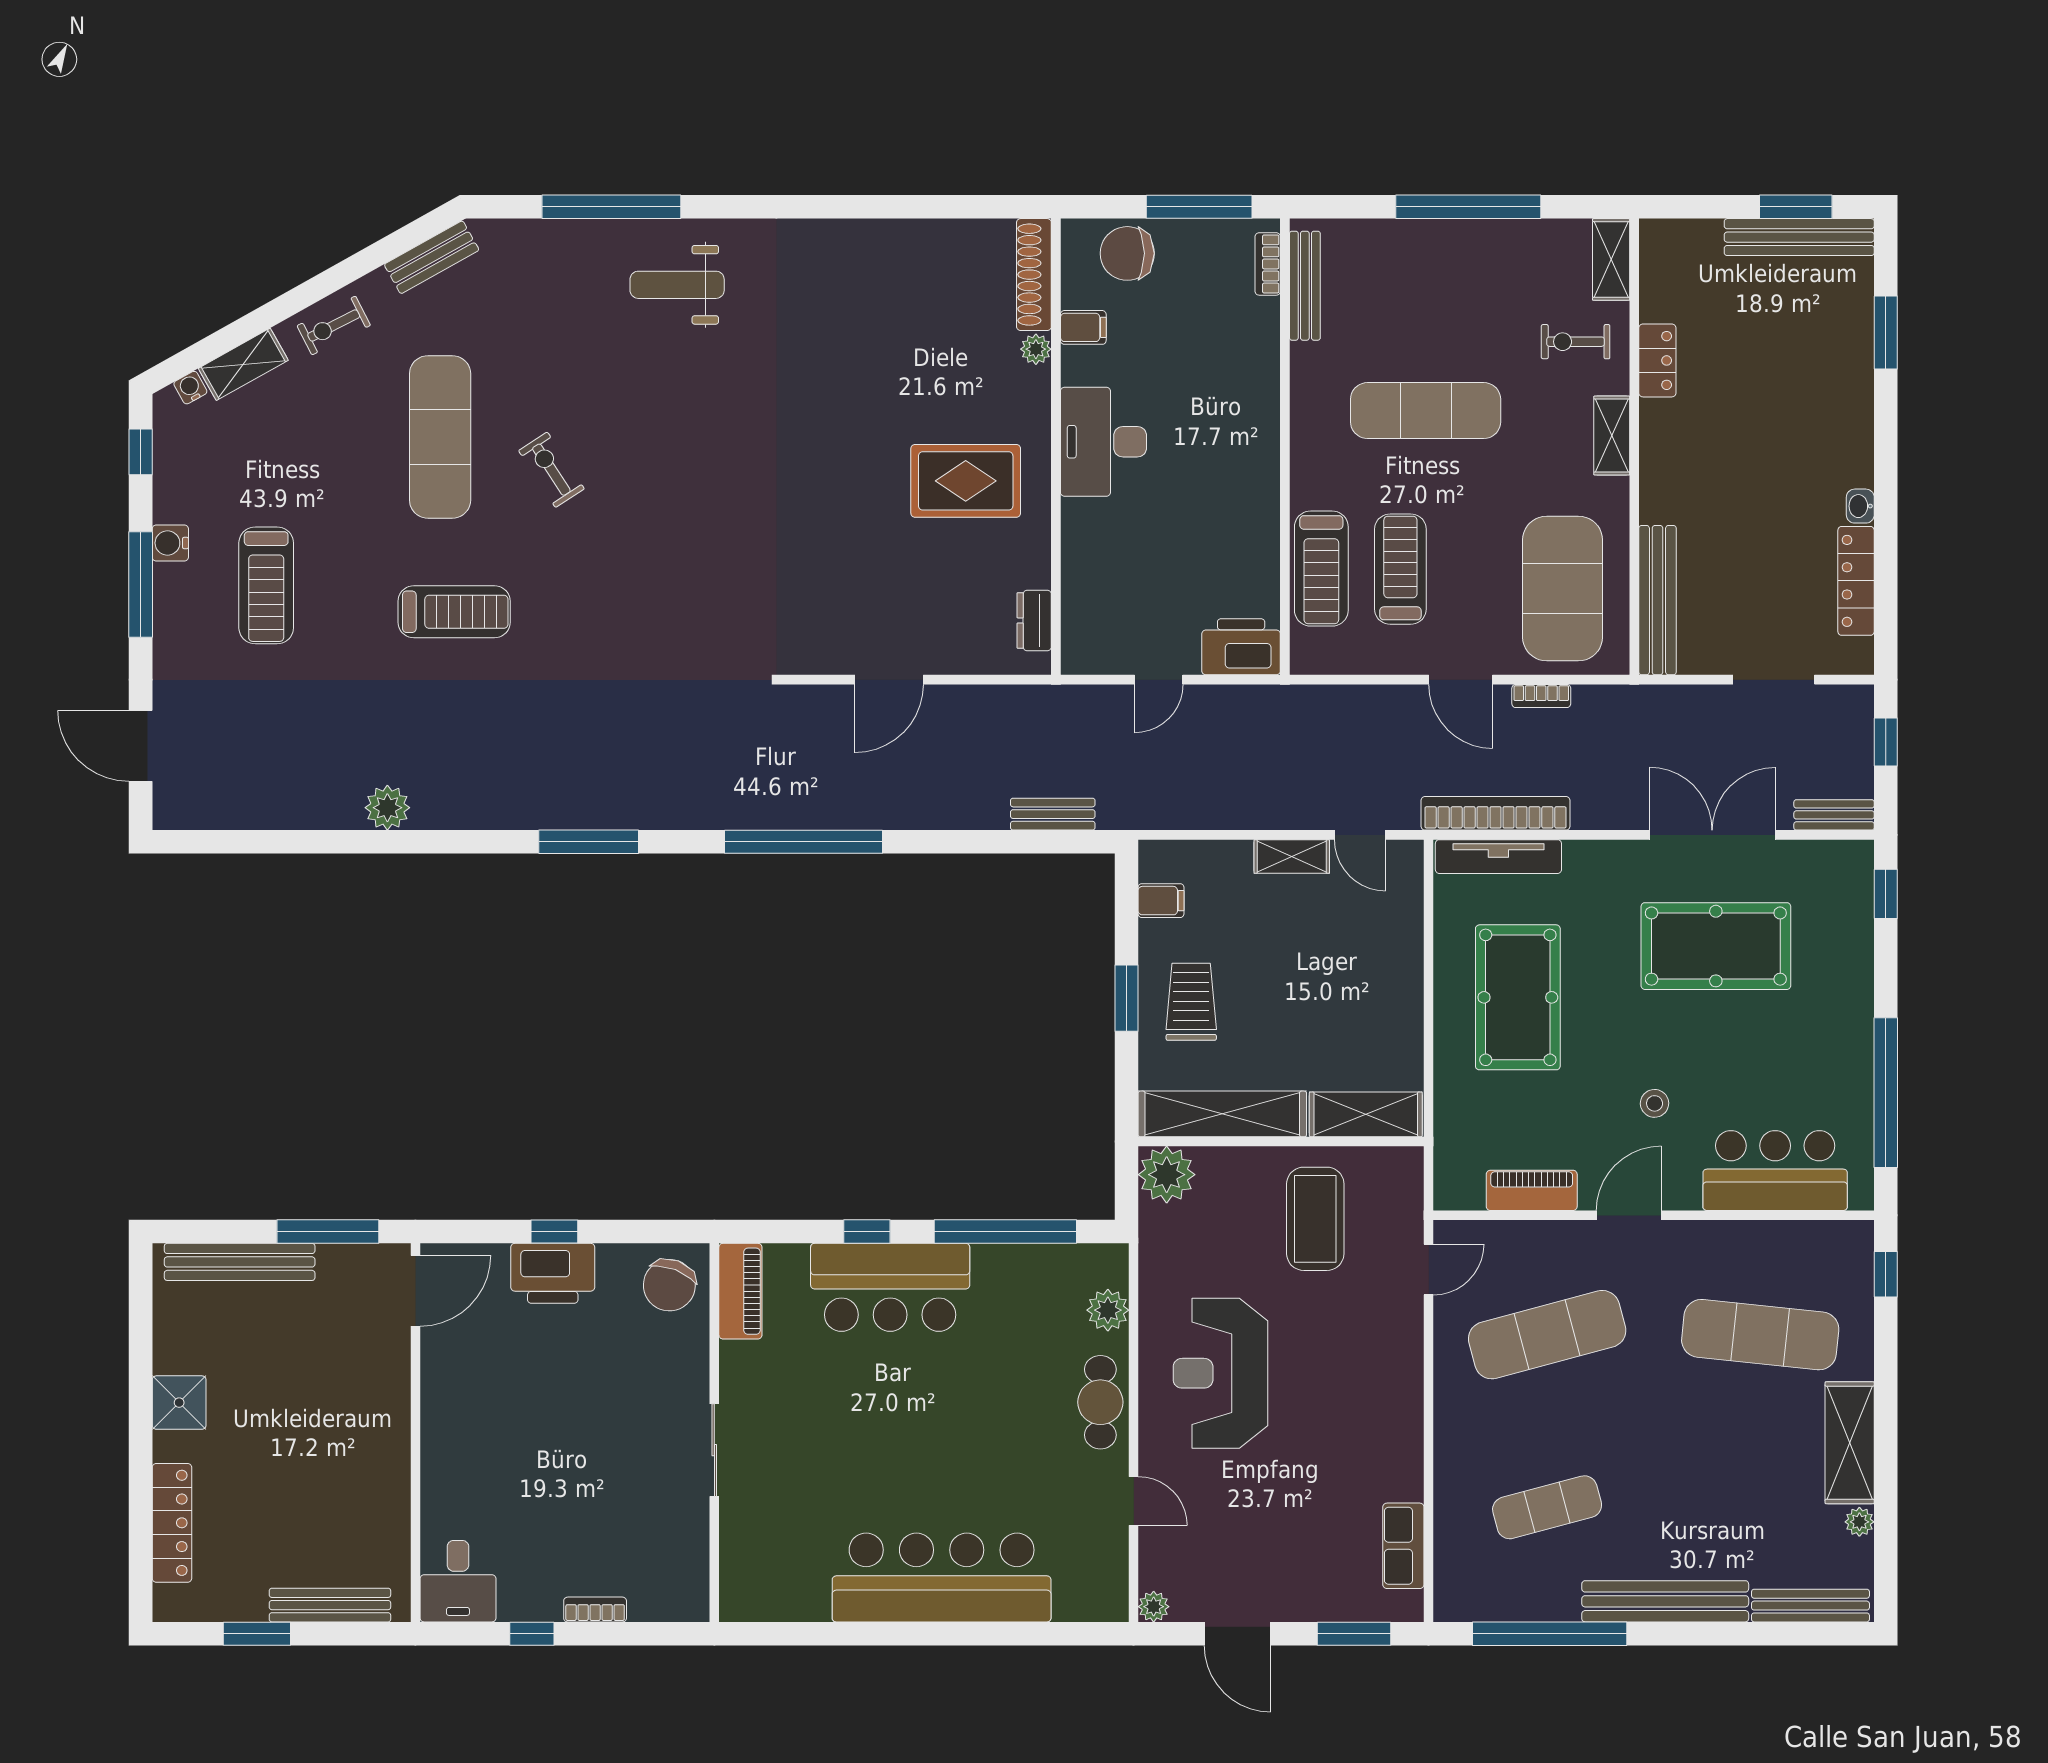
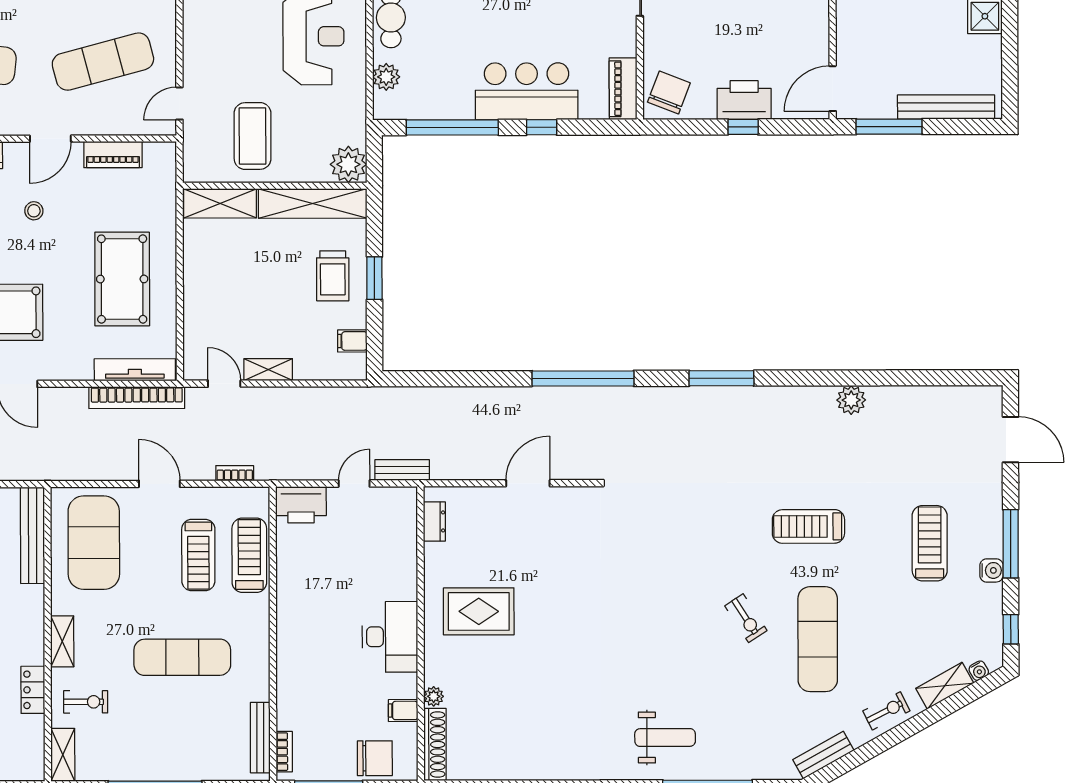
bookcase: (1541, 696) -> (235, 473), moved
bench: (1053, 814) -> (402, 470), moved

